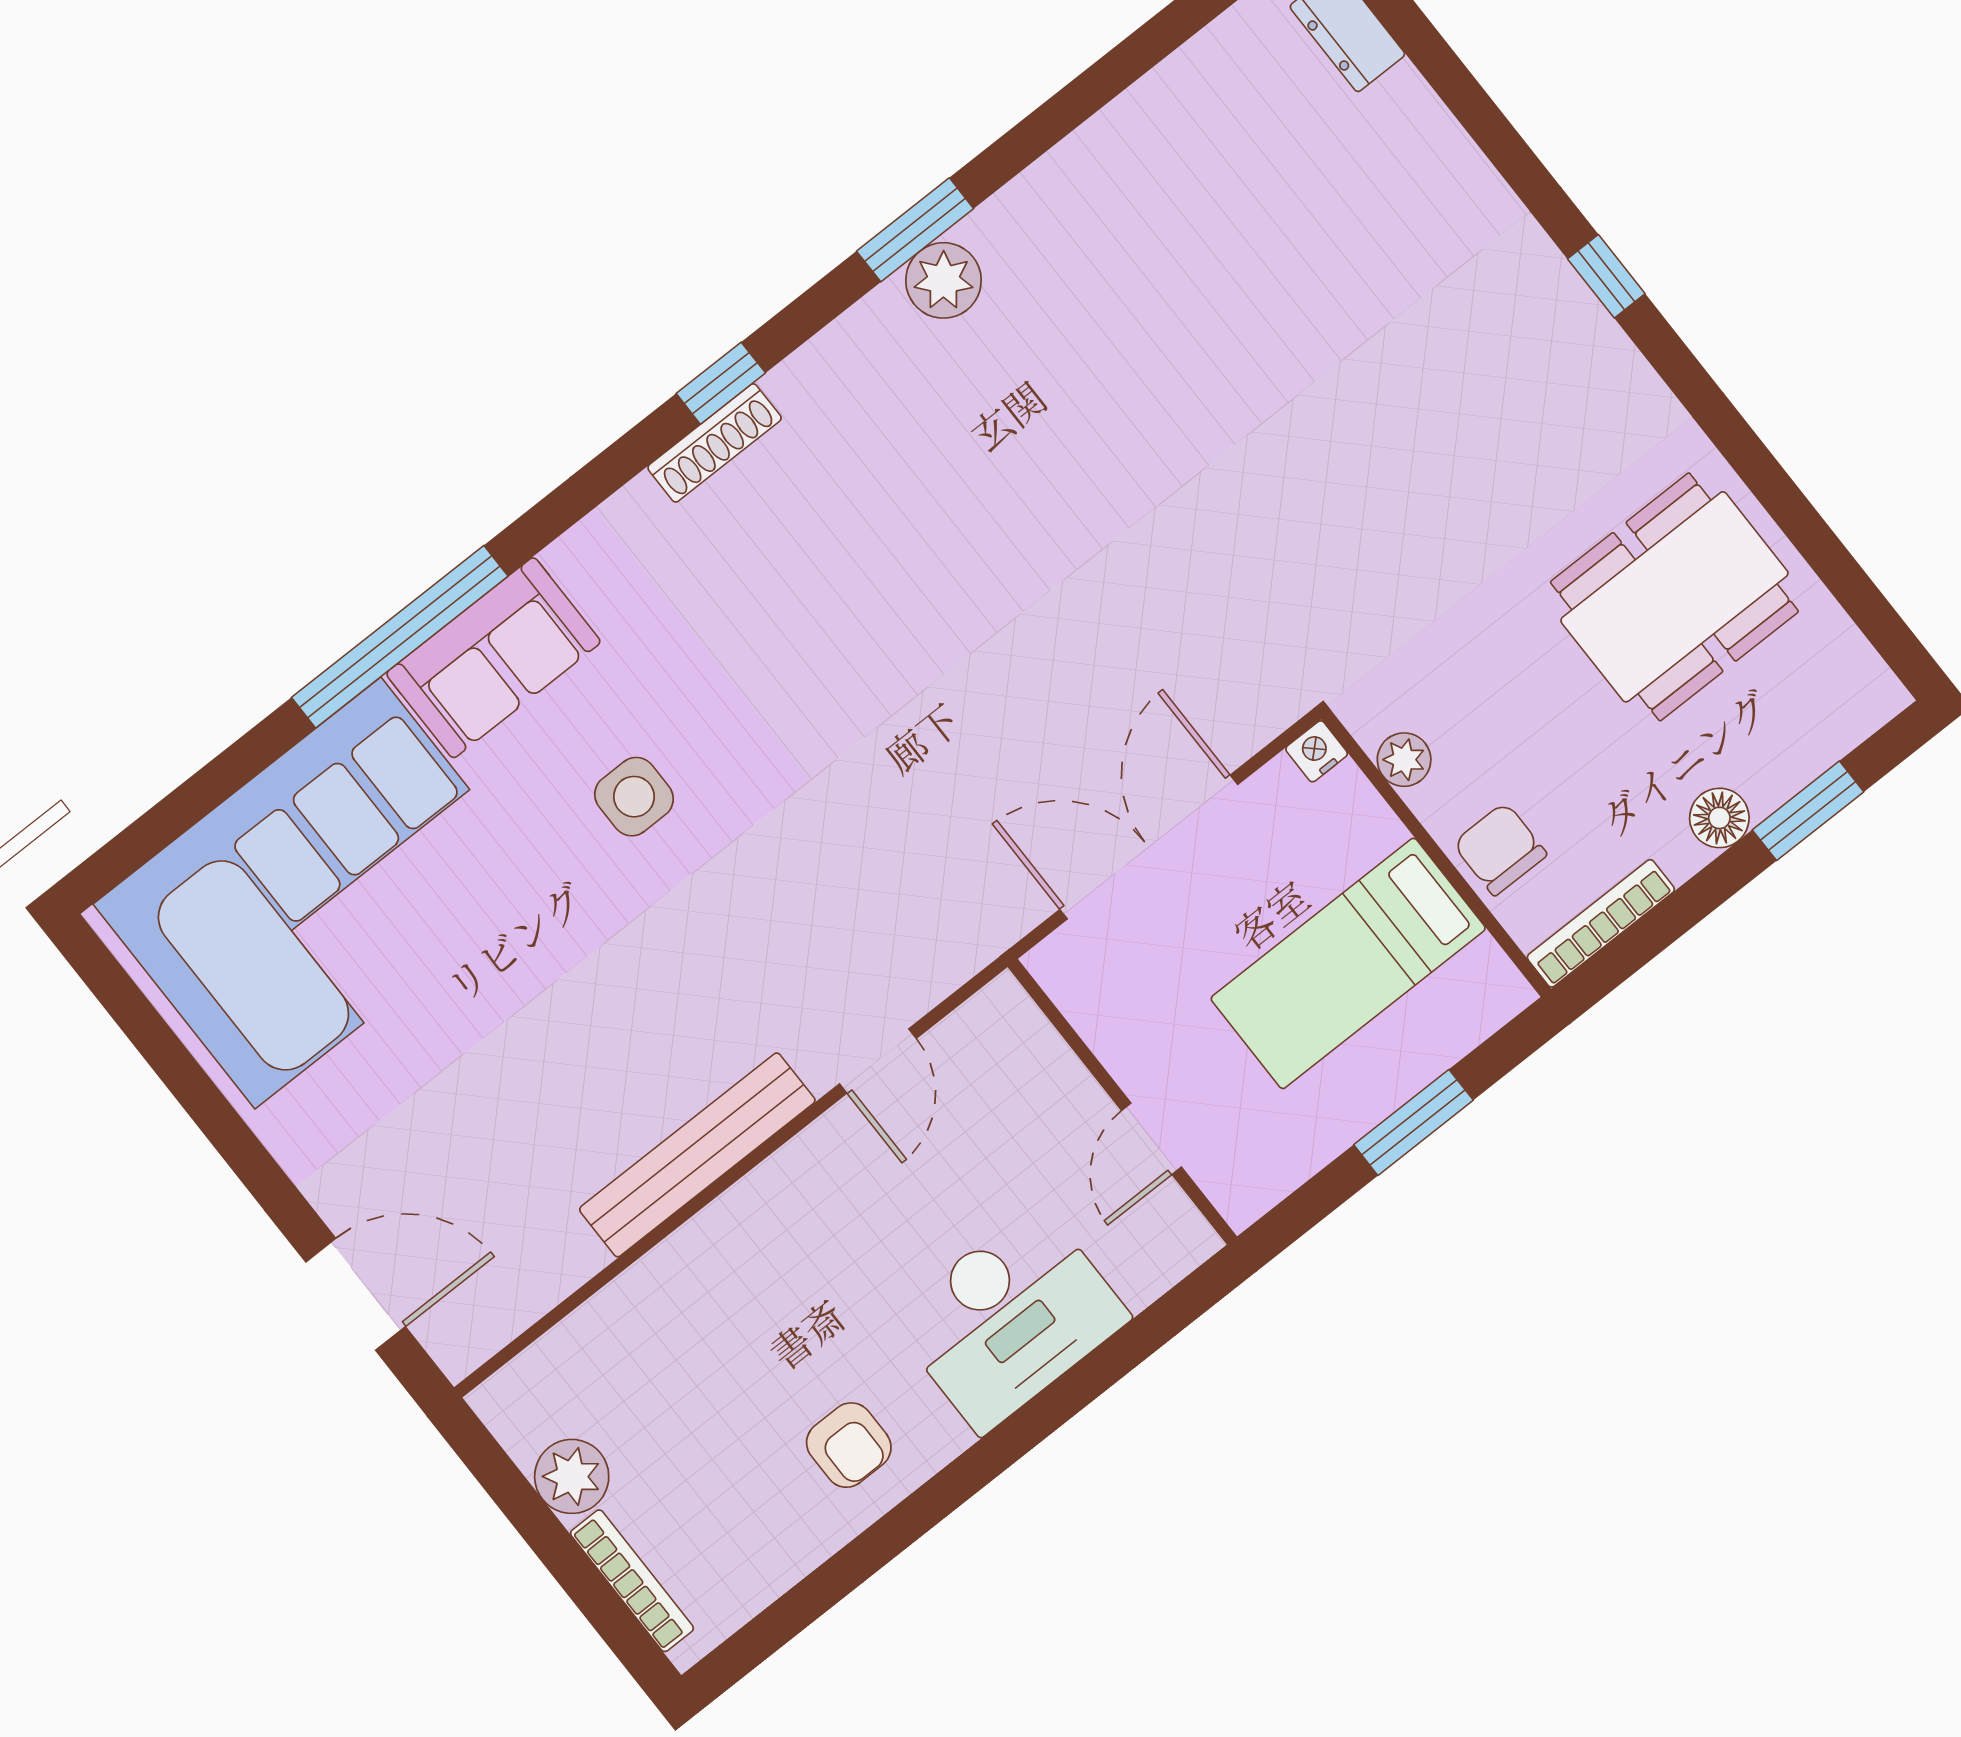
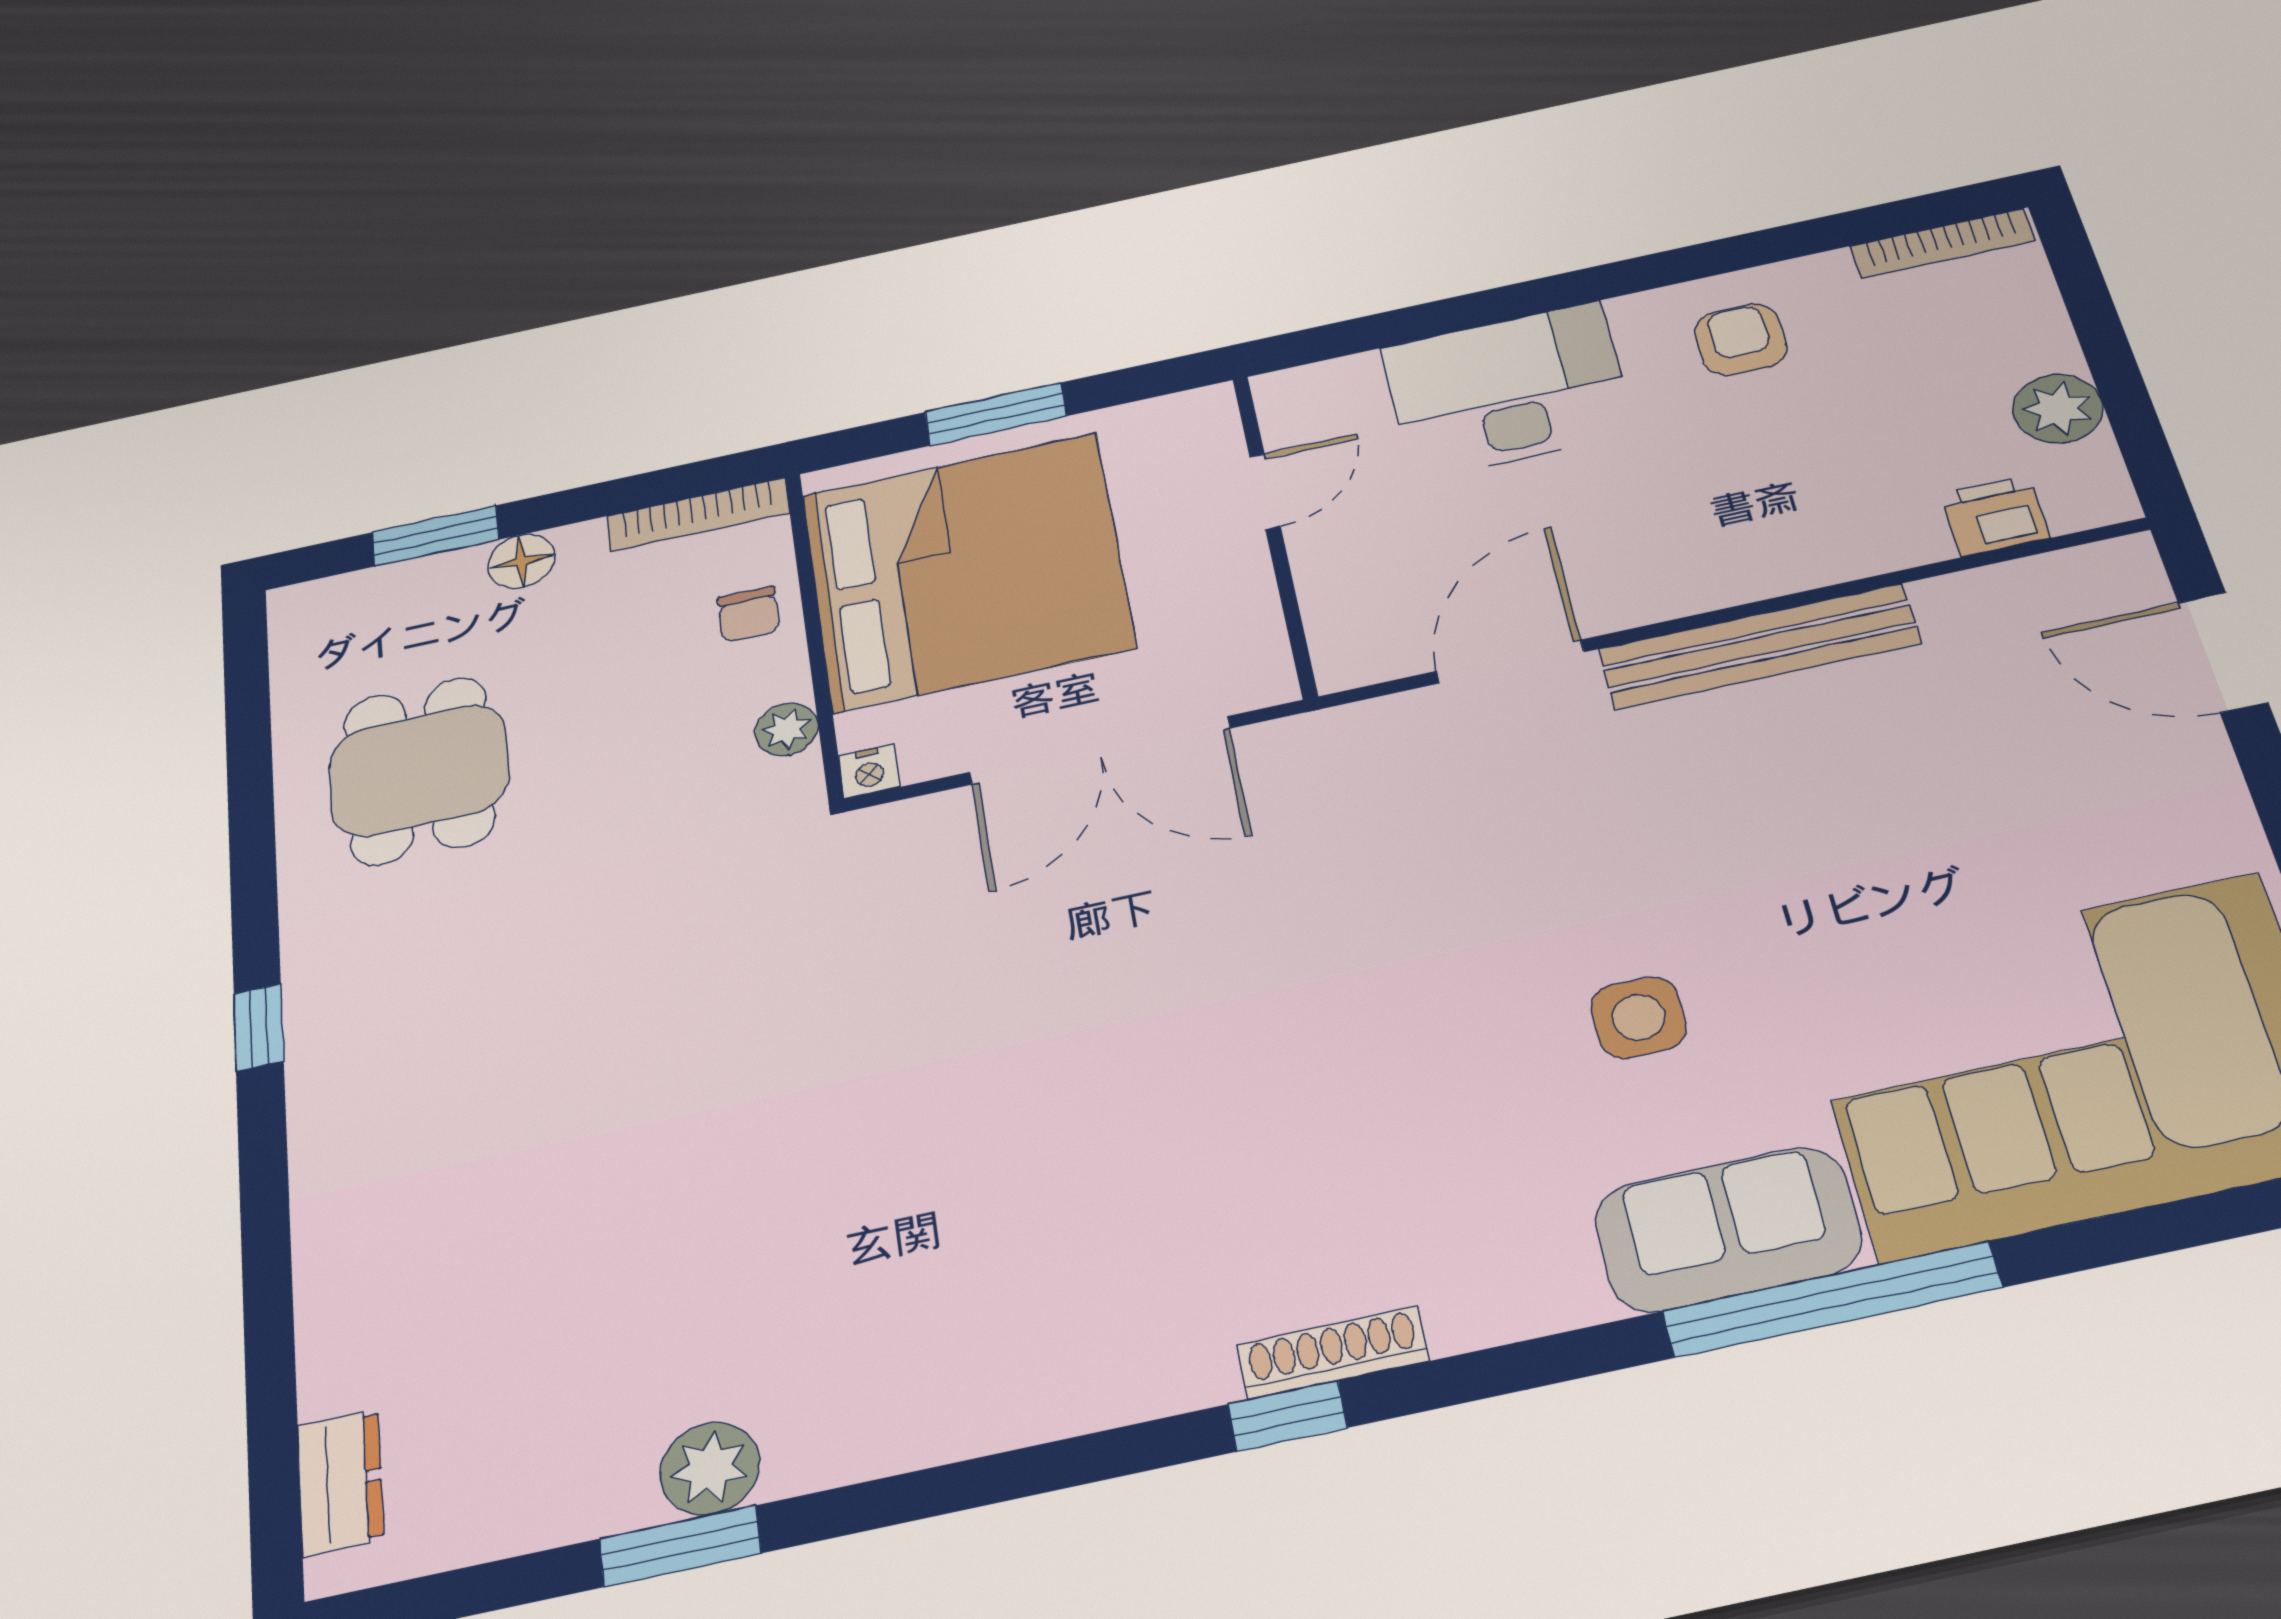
window: (915, 230) -> (680, 1546), moved
window: (1606, 276) -> (259, 1027), moved
plant: (944, 280) -> (710, 1469), moved
dining table: (1674, 597) -> (419, 771), width x0.73
chair: (1500, 849) -> (749, 614), width x0.73, depth x0.73
bed: (1348, 963) -> (967, 571), width x2.04
door: (878, 1061) -> (1510, 661), width x1.38
printer: (575, 1352) -> (1995, 516), added
bookcase: (632, 1581) -> (1942, 244), moved, turned -90

